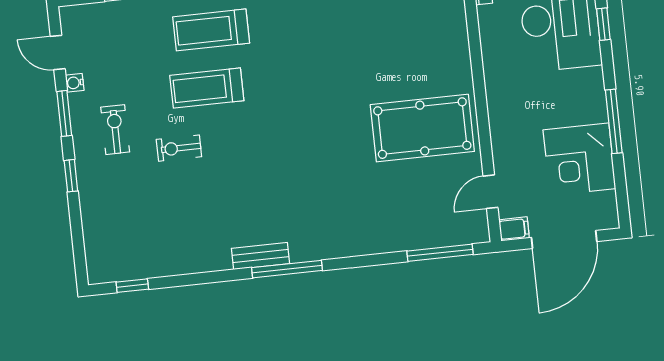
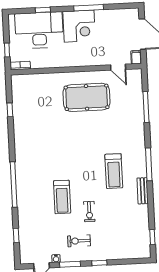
treadmill: (211, 30) -> (114, 171), moved
pool table: (422, 128) -> (87, 97), turned 90
corner desk: (579, 159) -> (79, 26), moved
window: (440, 253) -> (146, 107), moved
bench: (260, 256) -> (143, 191), moved

